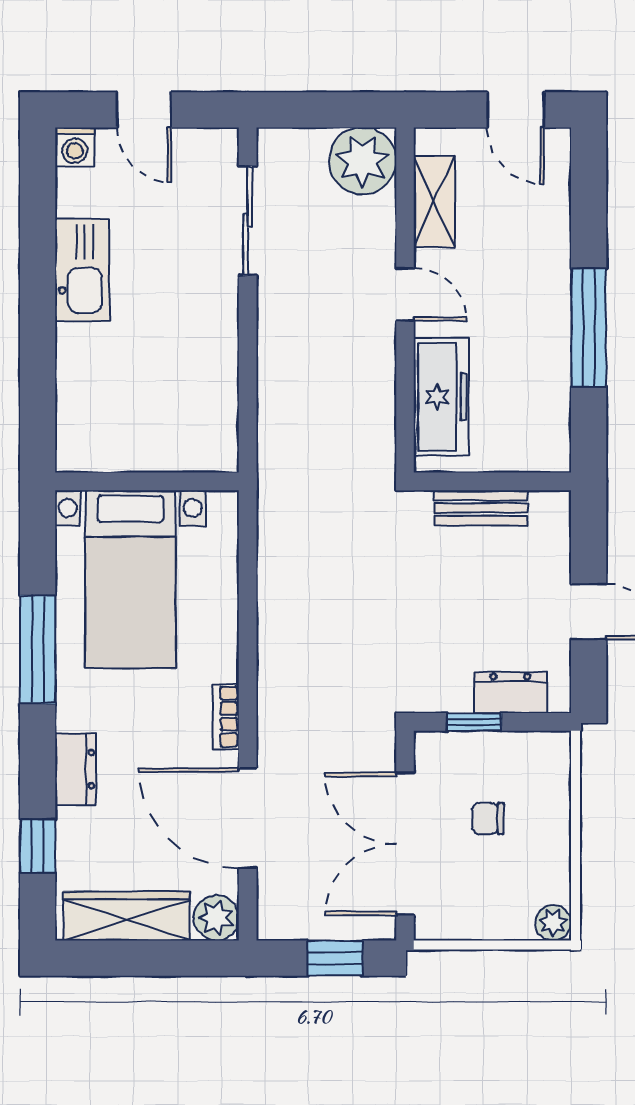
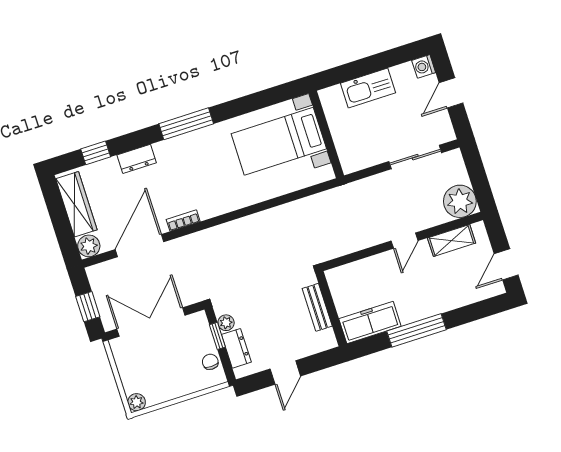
freezer: (441, 397) -> (370, 322), moved, turned 180
wall: (147, 481) -> (326, 134), moved
bed with nightstands: (130, 579) -> (279, 141), moved
plant: (454, 697) -> (226, 323), added
chair: (488, 818) -> (210, 362), moved

